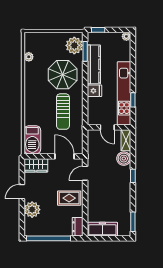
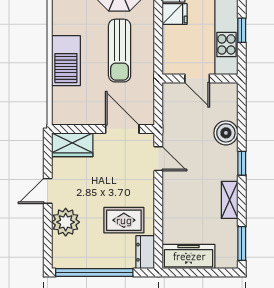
barbecue: (32, 140) -> (66, 61), moved
shelving: (126, 140) -> (230, 200), moved
door: (85, 173) -> (158, 159), swing flipped
rug: (69, 198) -> (124, 220), moved

